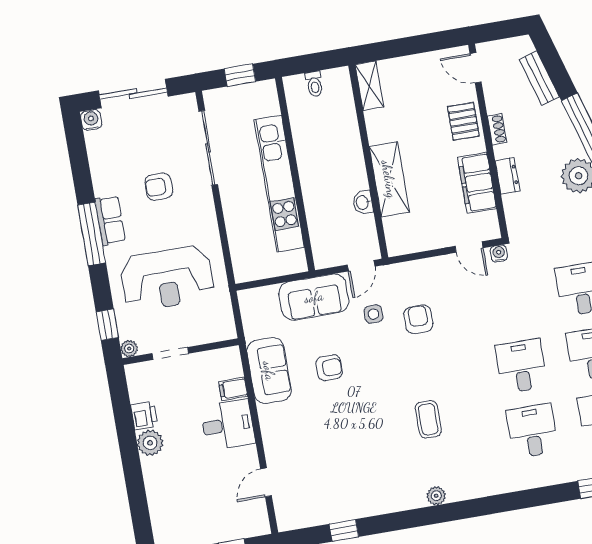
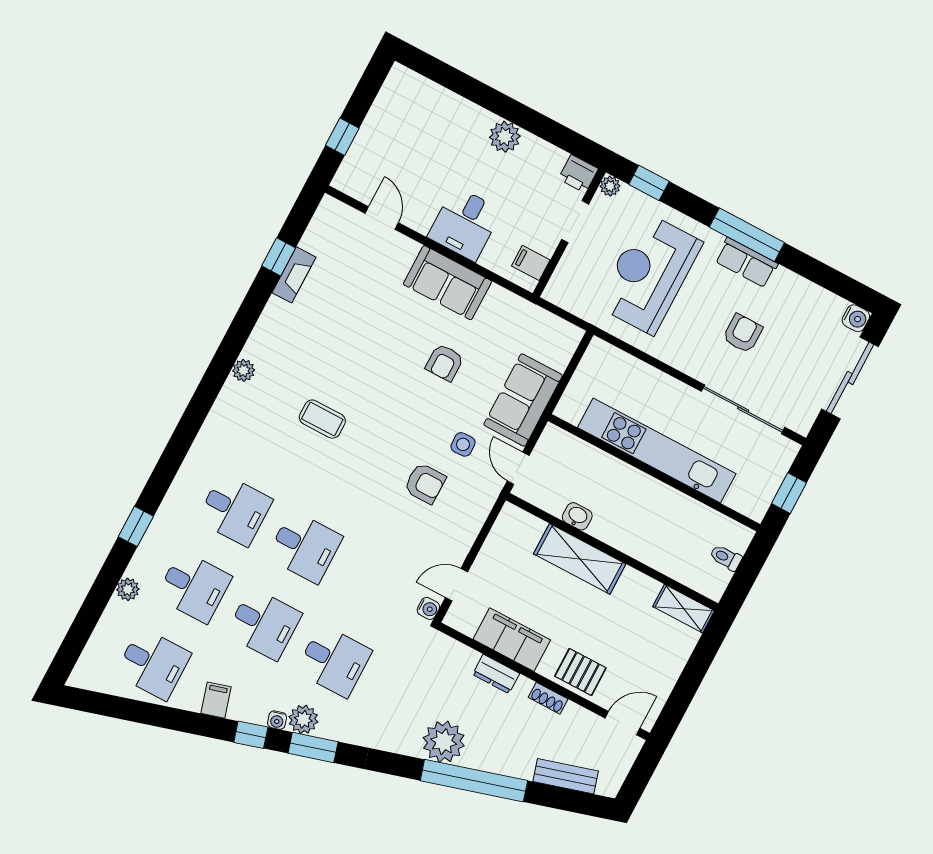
sofa: (269, 371) -> (447, 283), moved
filing cabinet: (233, 389) -> (531, 263), moved, turned -90
printer: (144, 416) -> (578, 174), moved
fireplace: (348, 511) -> (294, 275), added

